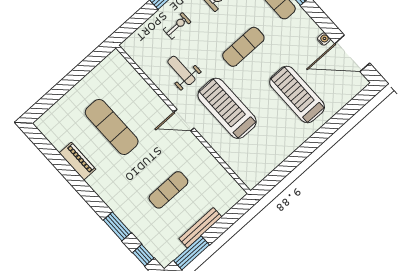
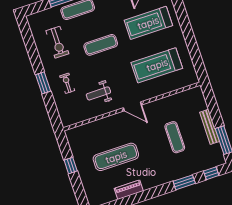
exercise mat: (243, 47) -> (101, 45), turned 90
window: (76, 75) -> (71, 166), added
treadmill: (227, 108) -> (157, 65), moved
door: (184, 120) -> (132, 106), hinge flipped

